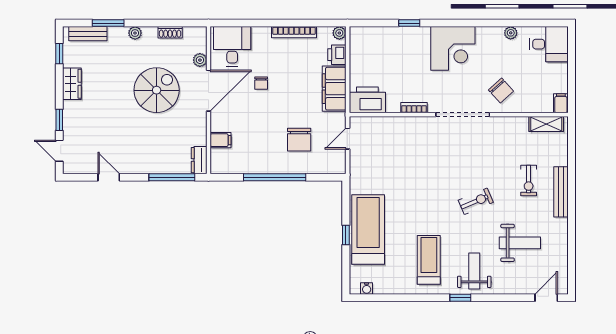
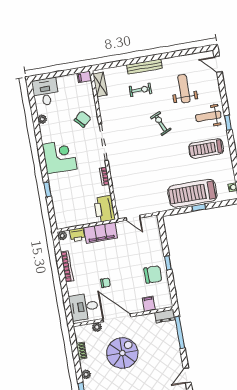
spiral stairs: (157, 90) -> (122, 353), turned 90
chair: (299, 140) -> (153, 275), moved
window: (275, 177) -> (168, 263), width x0.32

